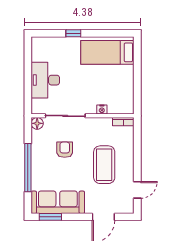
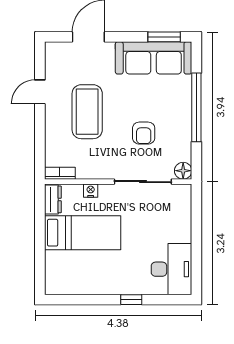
bed: (107, 52) -> (83, 233), moved
desk: (45, 80) -> (171, 269), moved
dresser: (128, 103) -> (53, 199), added
door: (137, 190) -> (40, 92), moved

